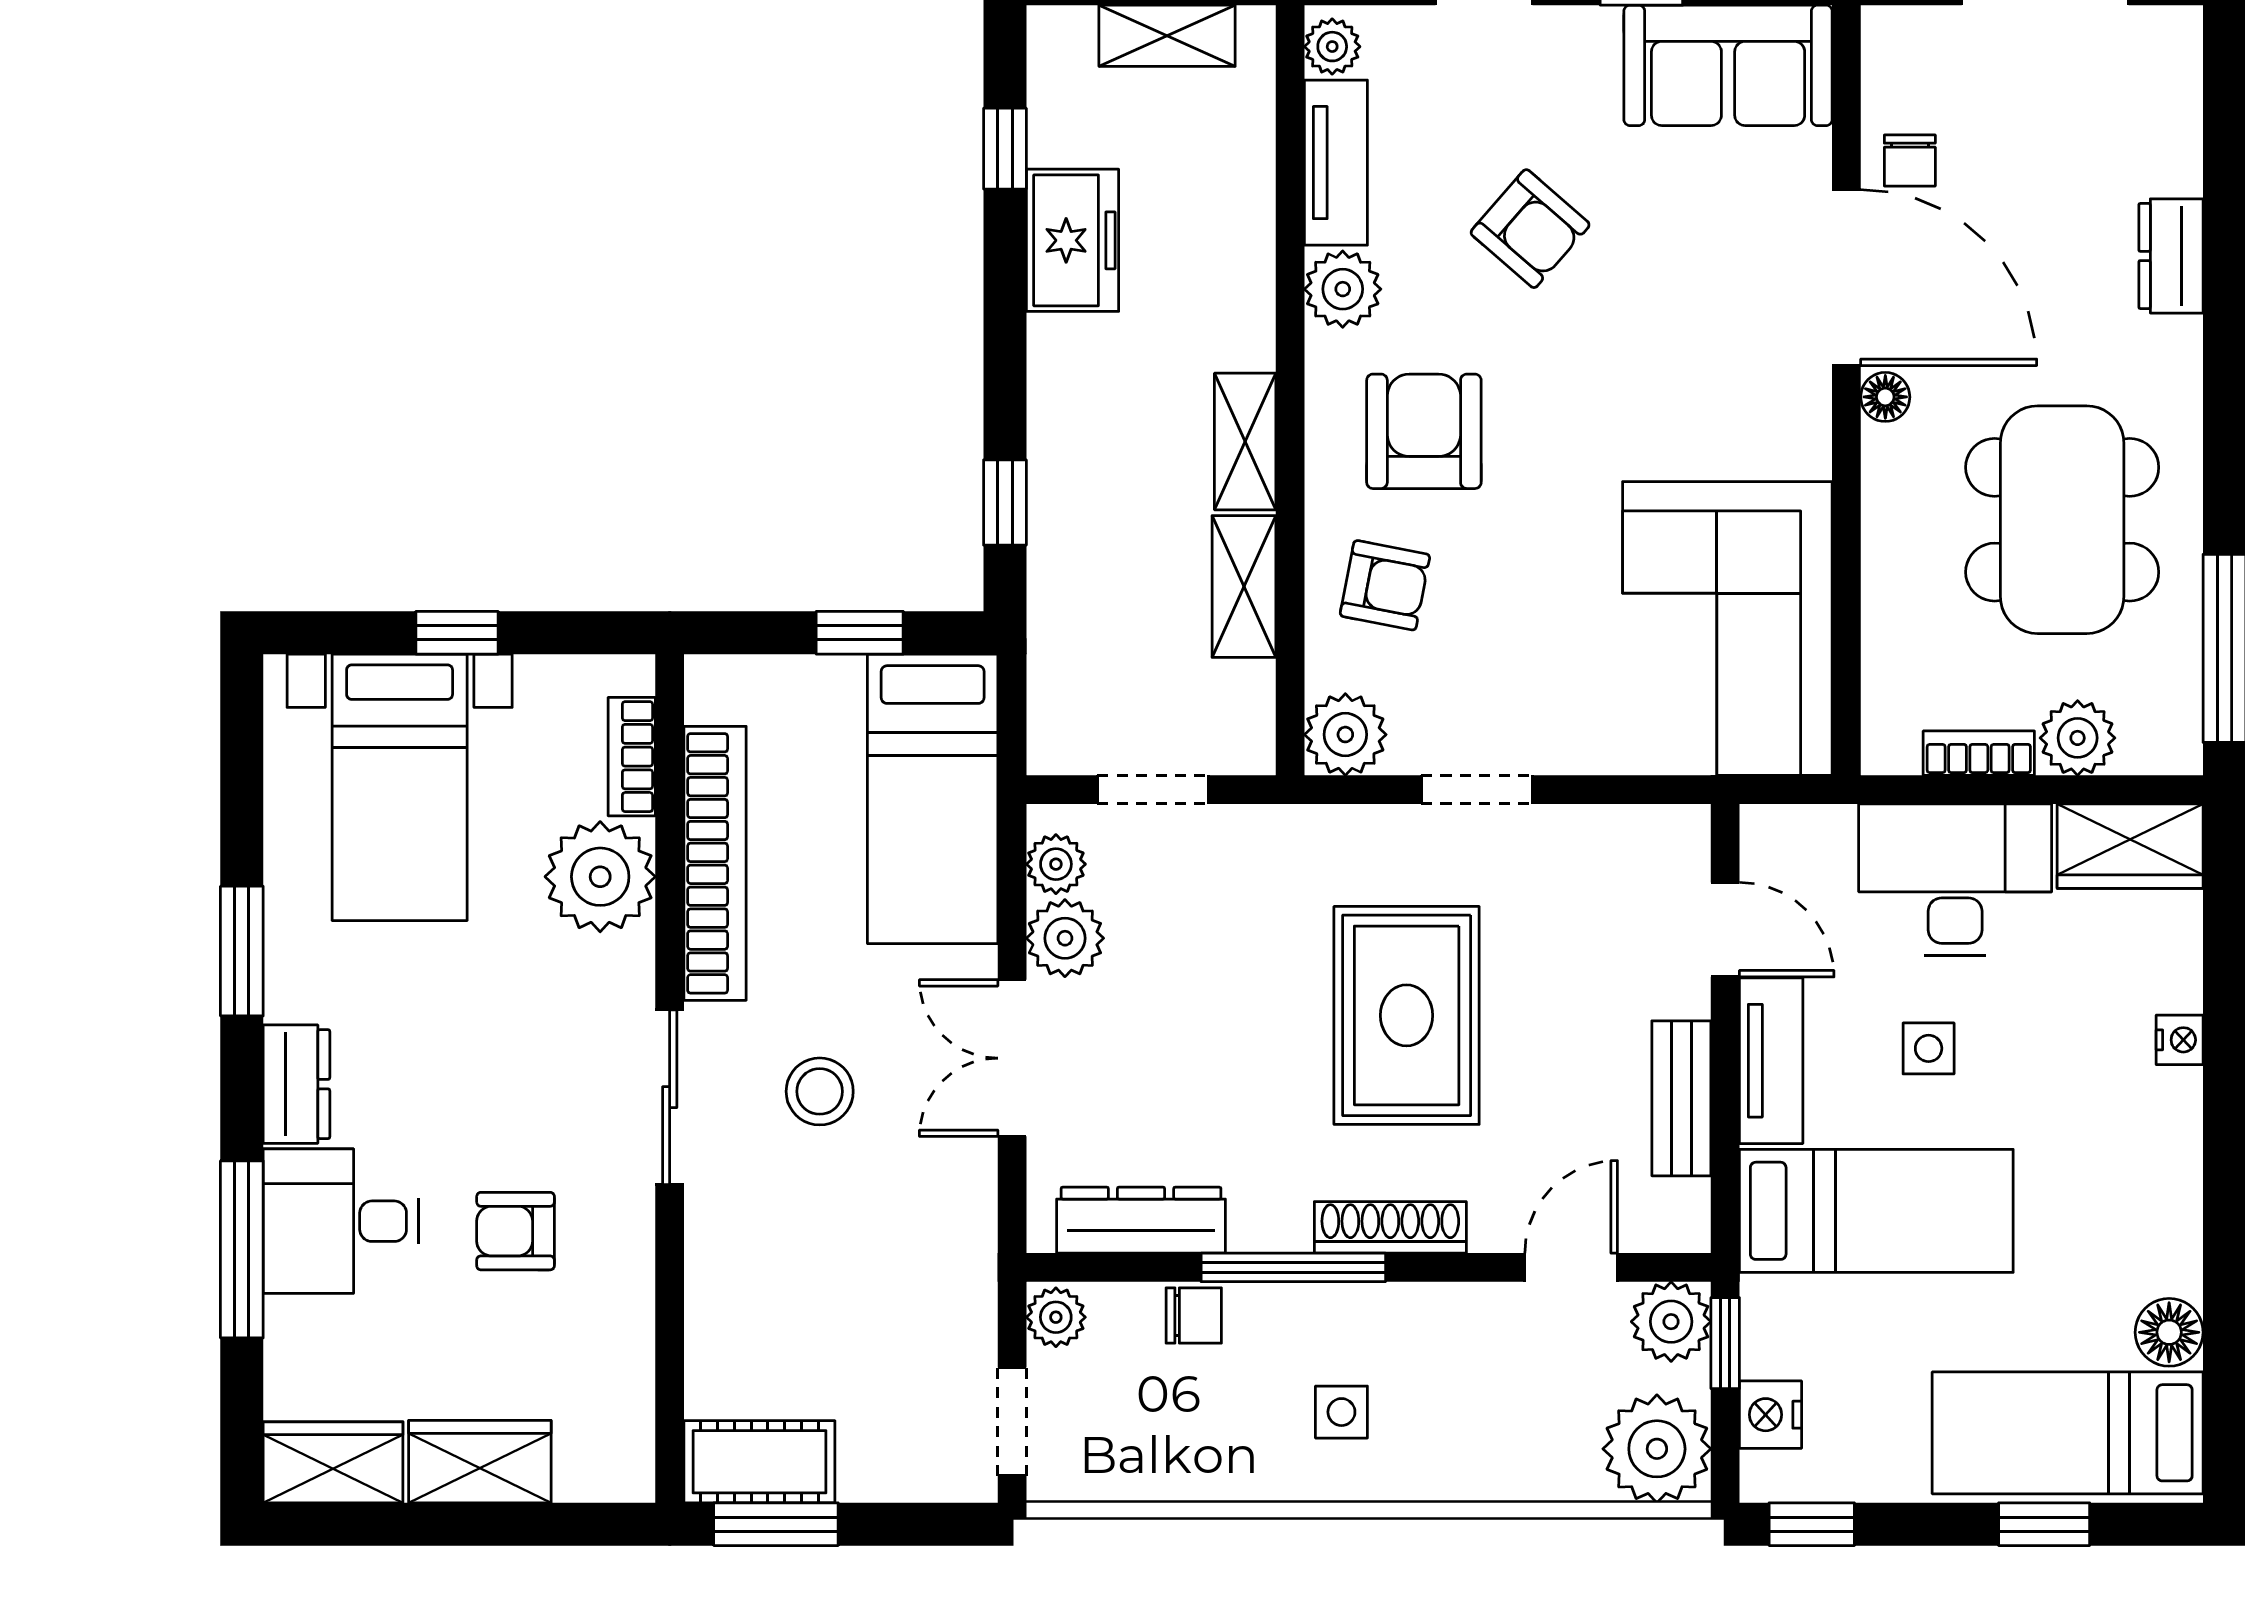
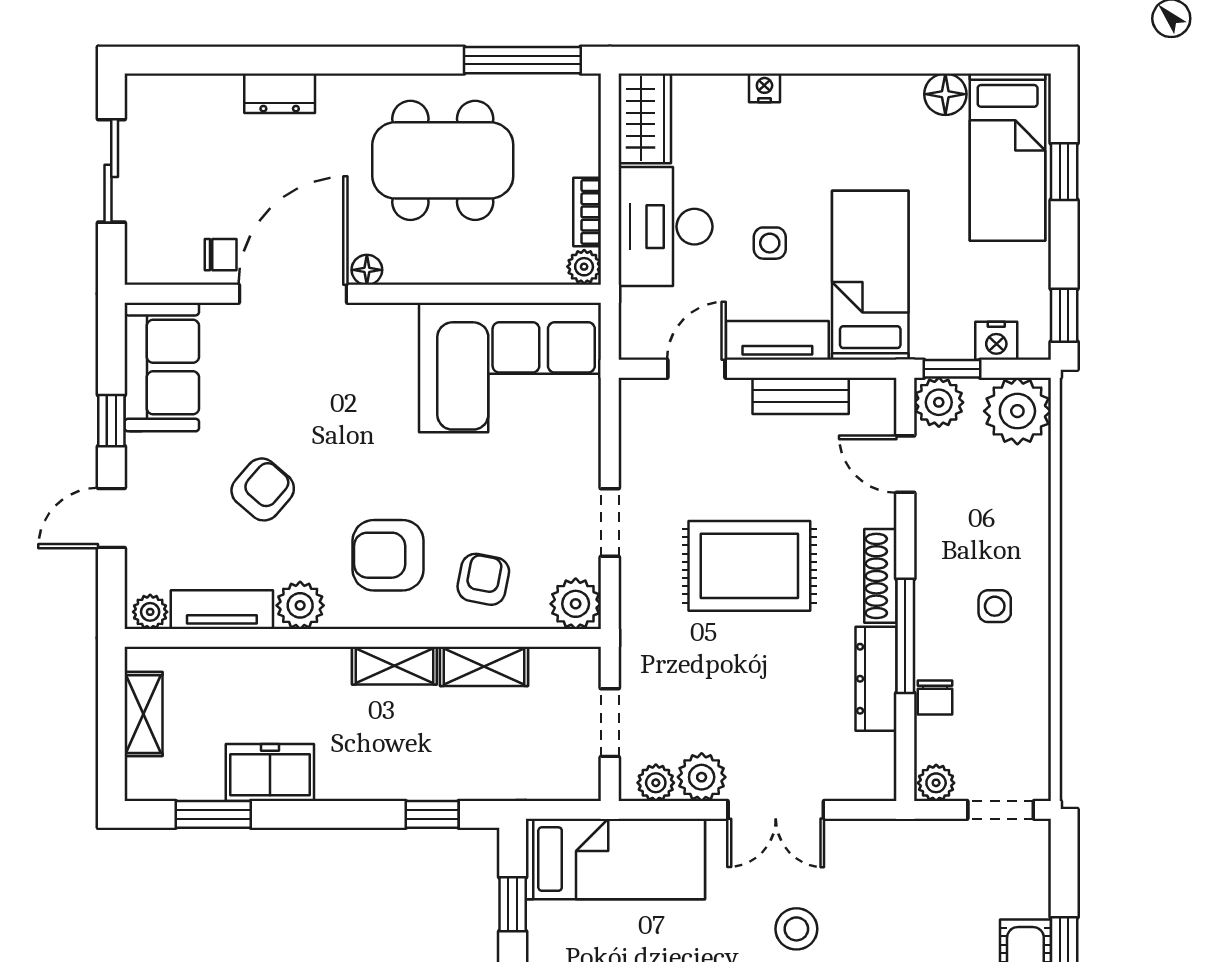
window: (1005, 149) -> (213, 814), width x1.50
plant: (2078, 738) -> (584, 267), moved, width x0.73, depth x0.73
dresser: (1141, 1220) -> (876, 679), moved
chair: (1194, 1315) -> (935, 698), turned 180

